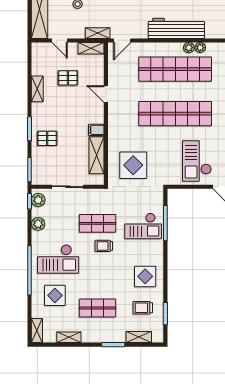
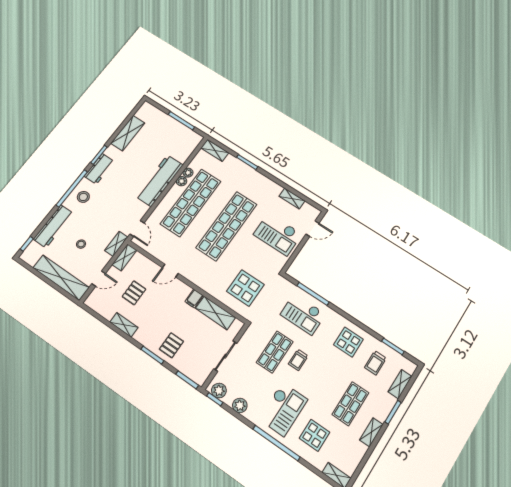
checkout: (143, 226) -> (303, 314), turned 90
shelving: (69, 337) -> (371, 432), moved

